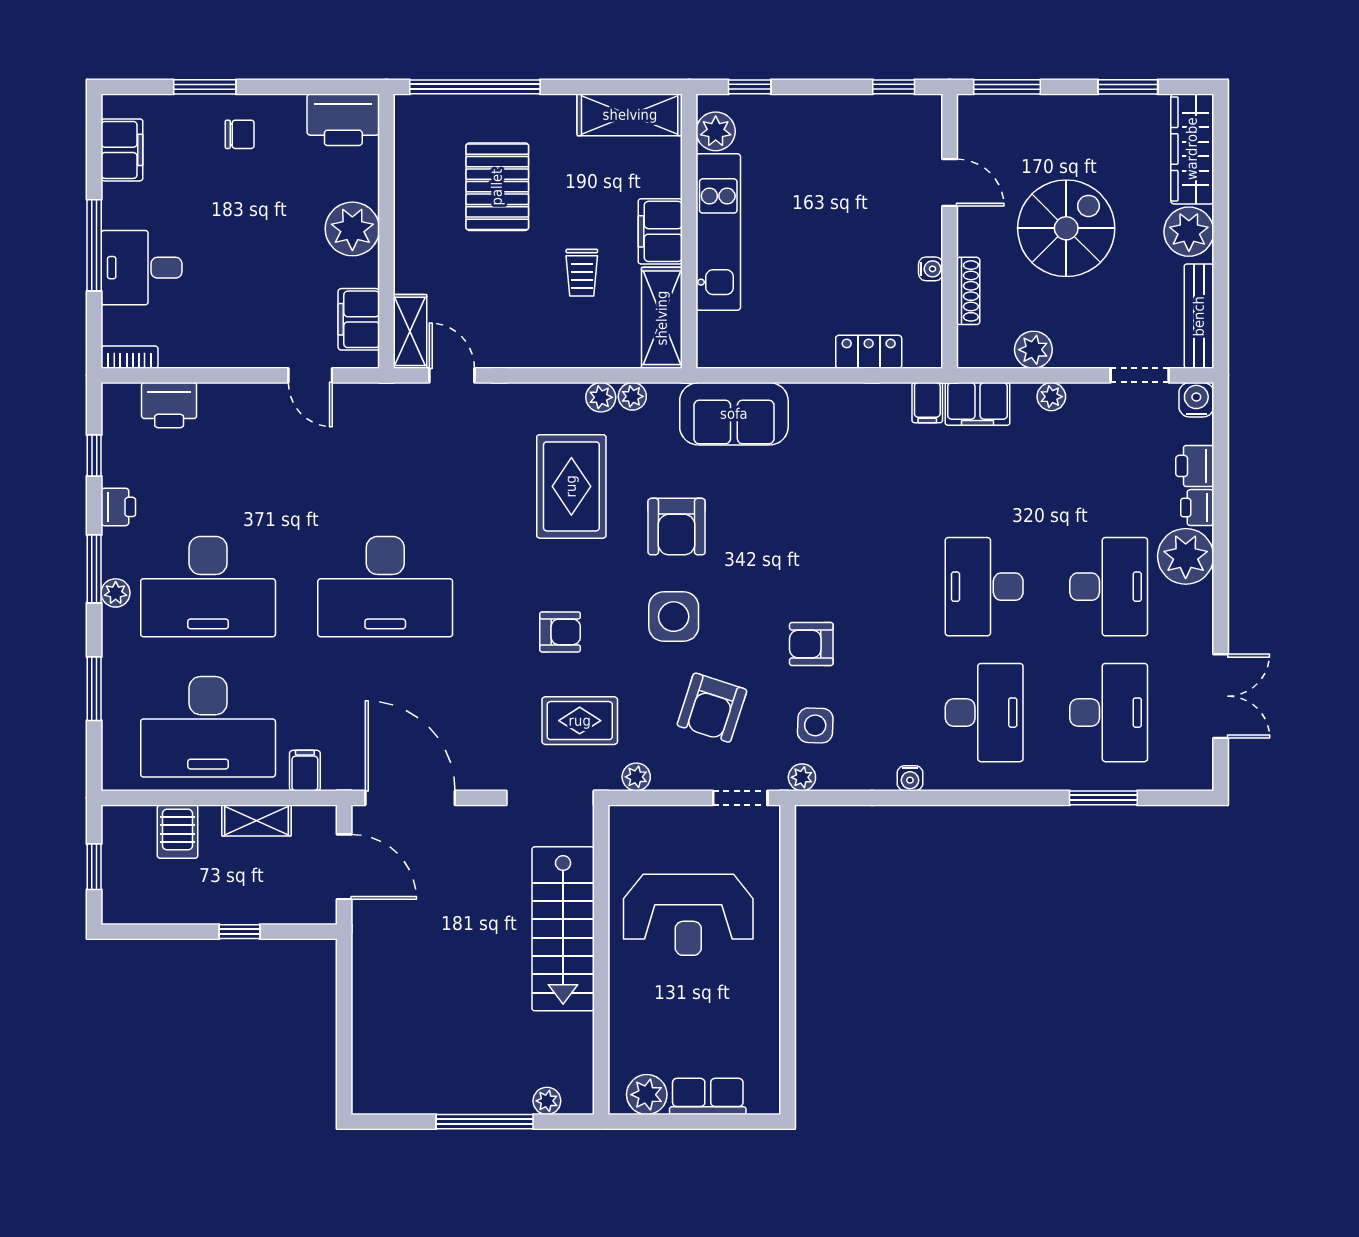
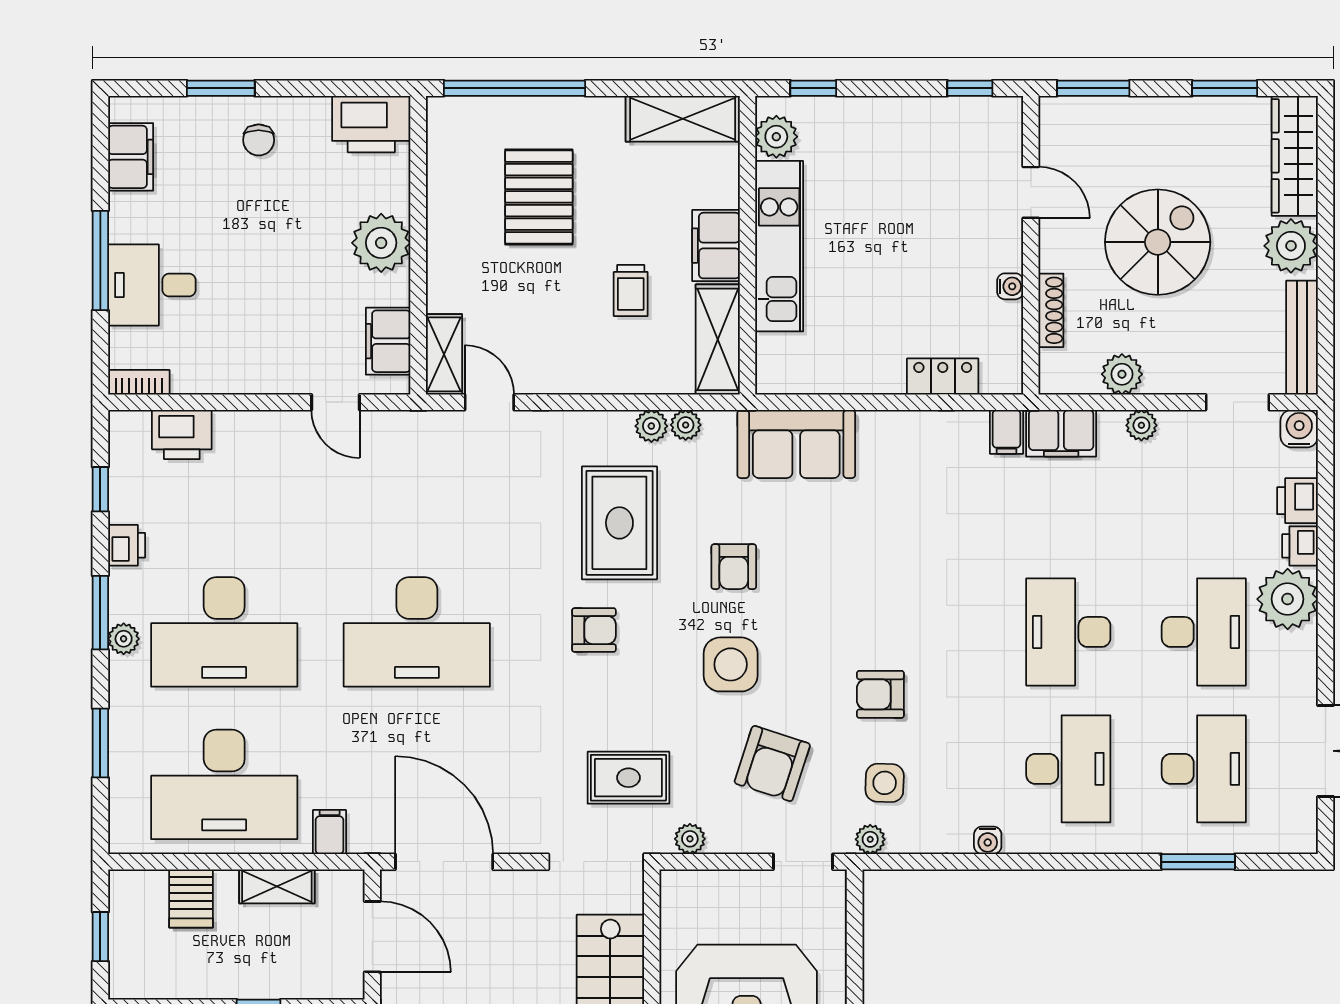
chair: (240, 134) -> (259, 140), turned 90
armchair: (677, 527) -> (734, 567), width x0.72, depth x0.72
armchair: (560, 632) -> (594, 630), moved

